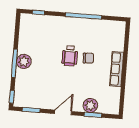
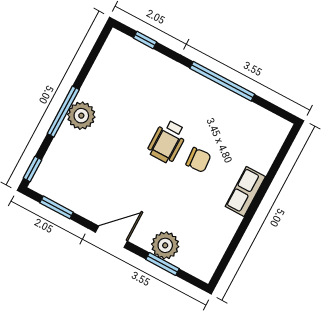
row of seats: (117, 69) -> (245, 192), width x0.68

